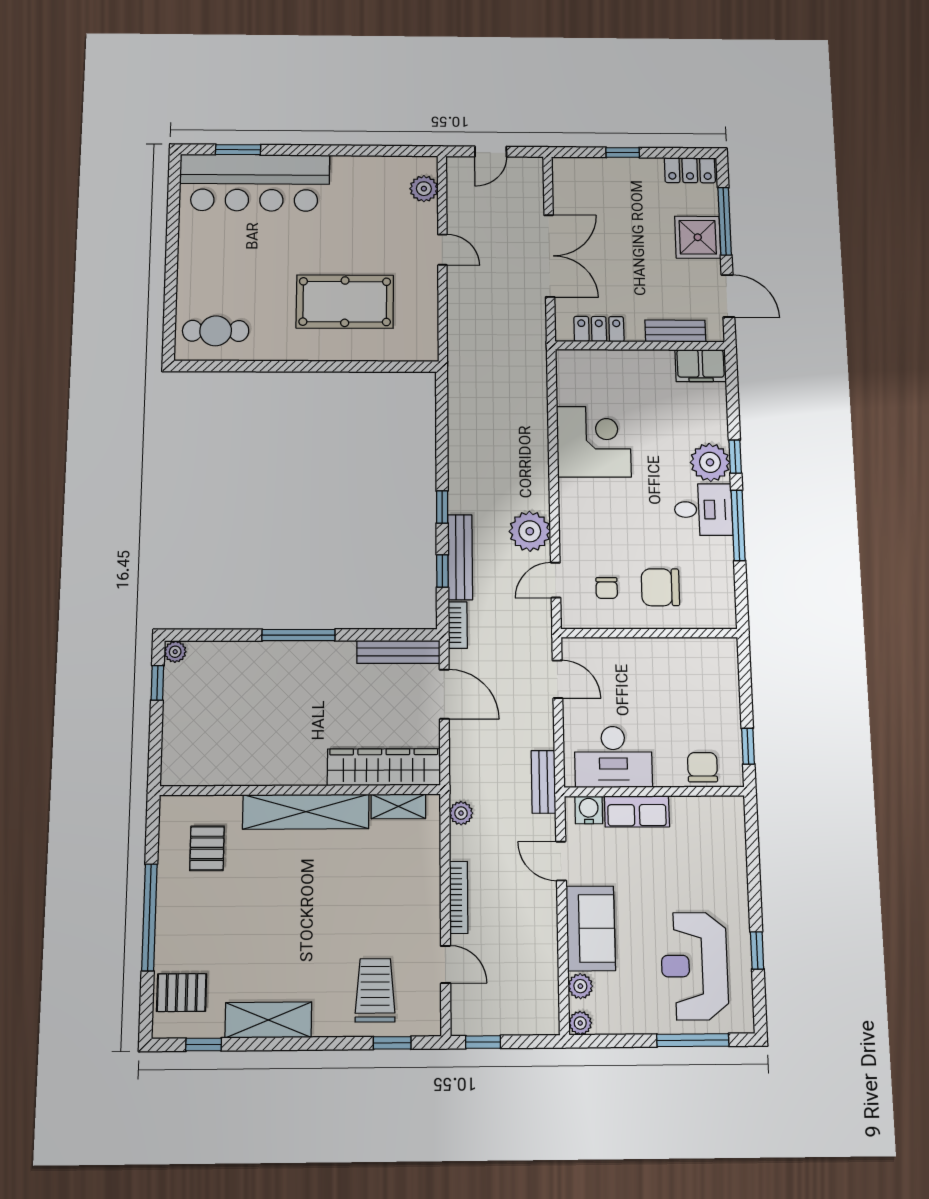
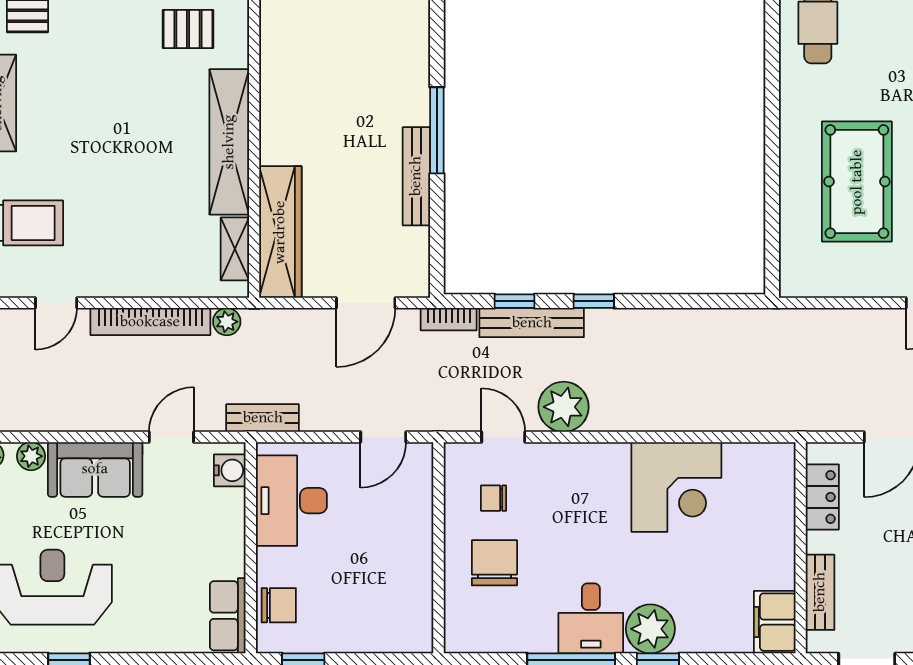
bench: (398, 652) -> (416, 176), moved
row of seats: (637, 811) -> (228, 616), moved
bookcase: (459, 897) -> (150, 322), width x1.48, depth x1.31

